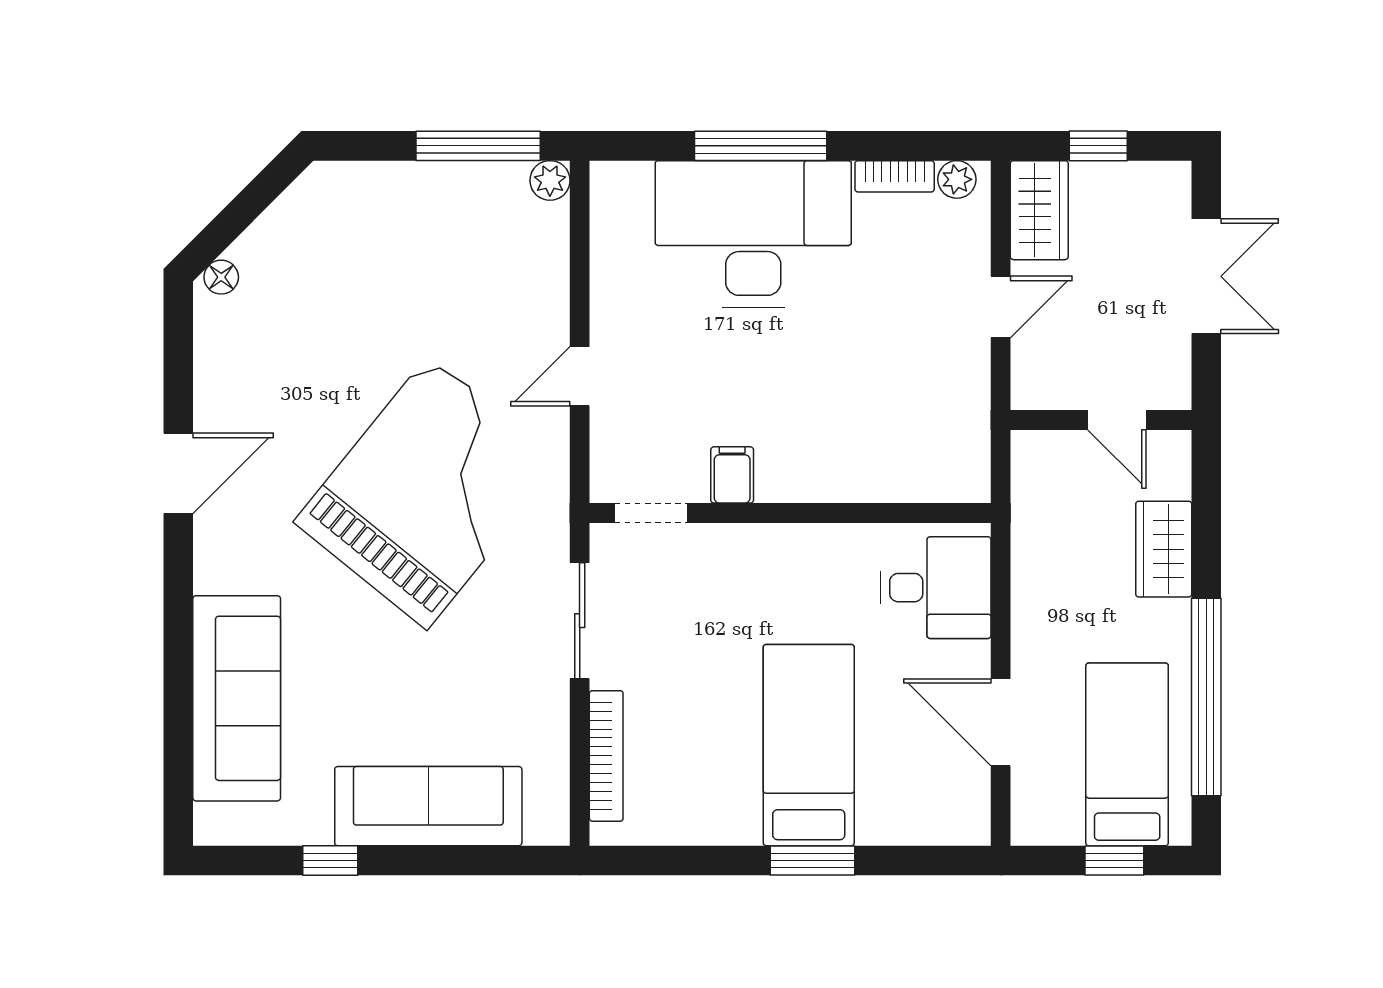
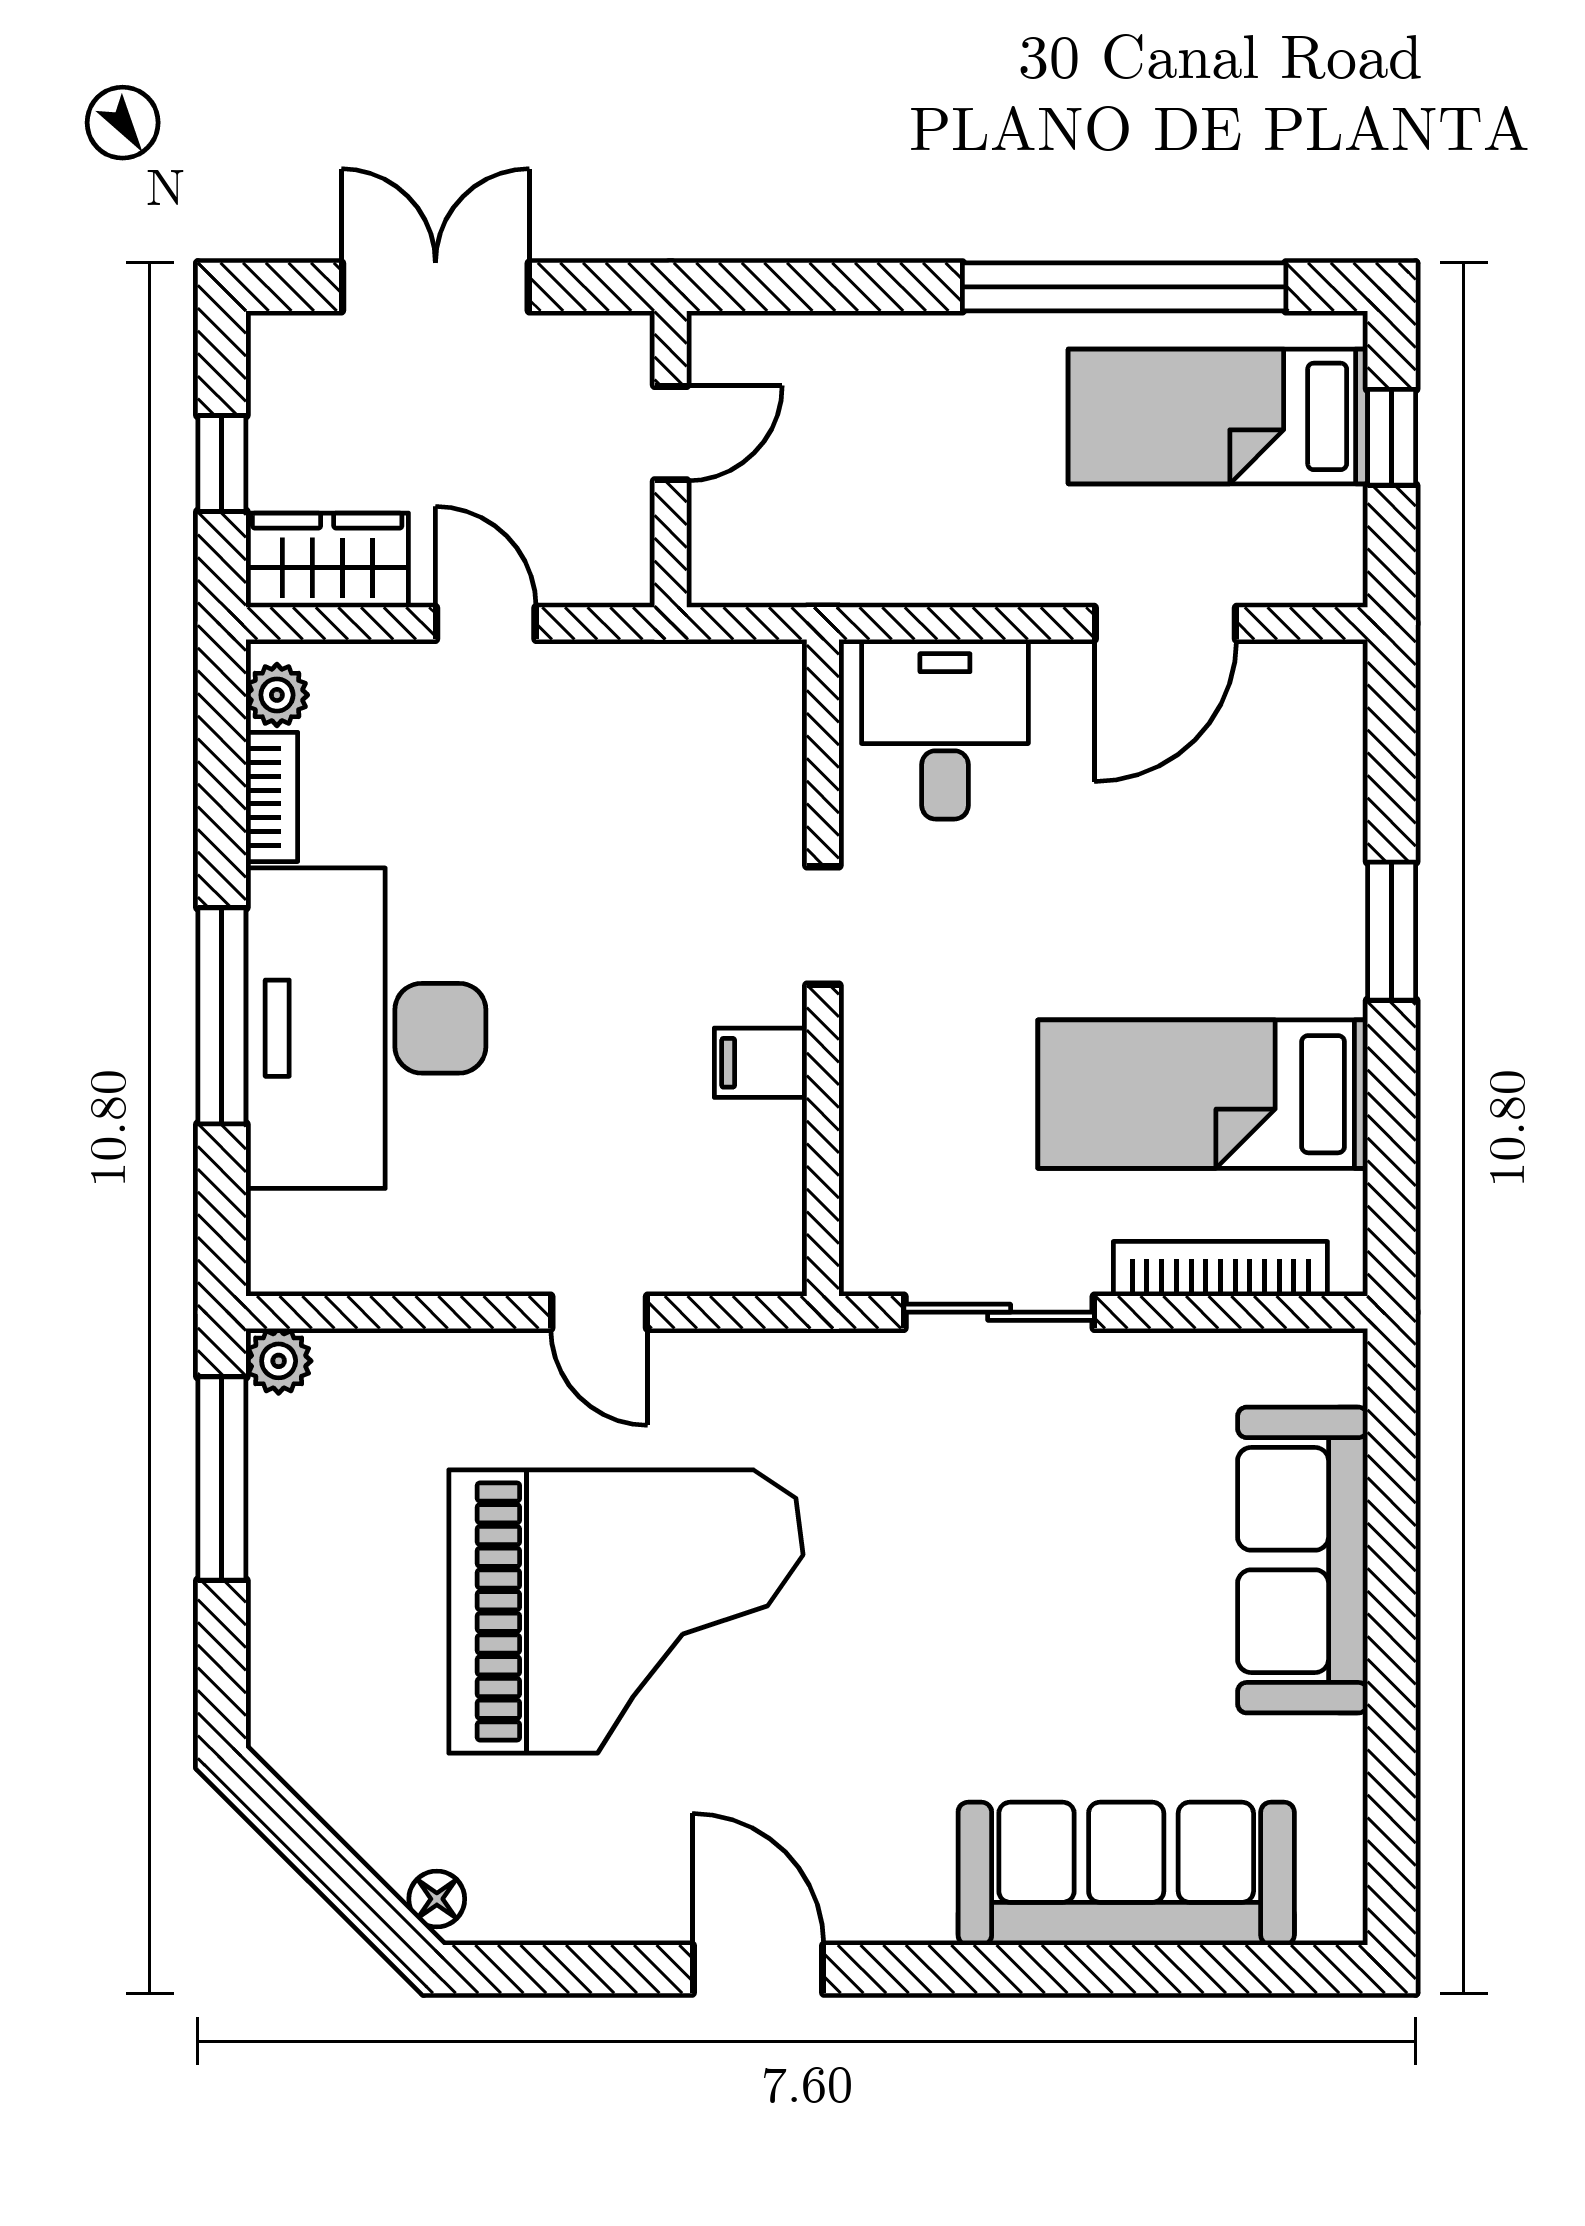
grand piano: (428, 492) -> (626, 1611), moved, turned 141
doorway: (651, 513) -> (823, 926), moved
wardrobe: (1164, 549) -> (882, 356), removed
bed: (809, 745) -> (1203, 1094), moved
window: (330, 861) -> (1392, 1720), removed

